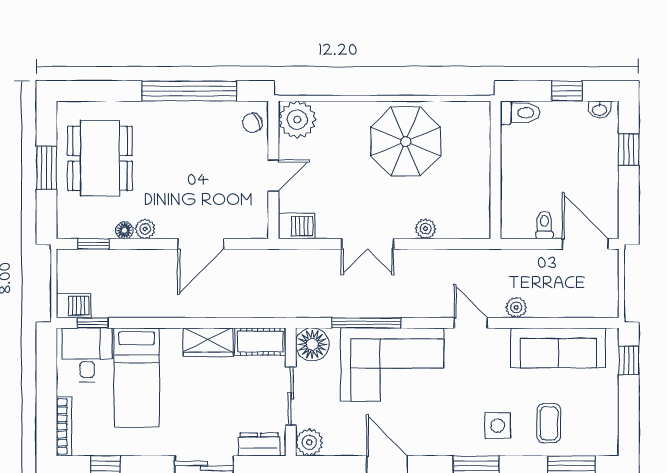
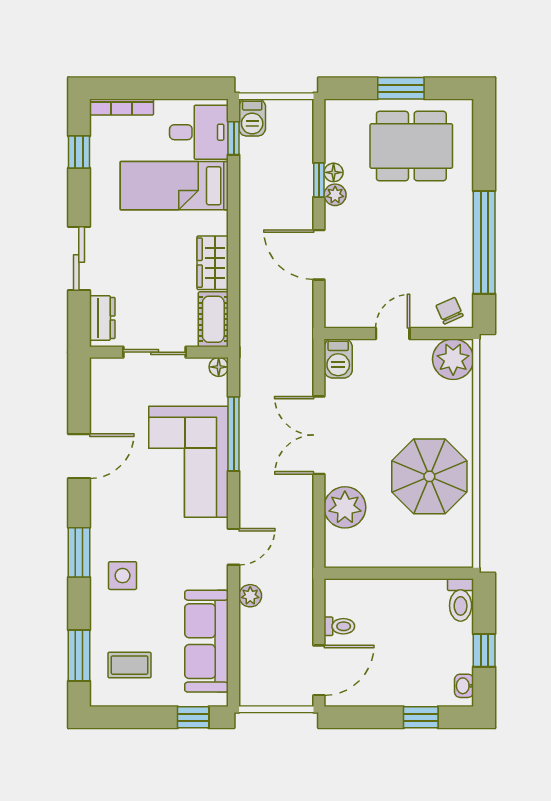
door: (273, 176) -> (393, 333), swing flipped
plant: (426, 229) -> (345, 507), width x1.88, depth x1.88
window: (93, 244) -> (319, 180), moved
double door: (368, 244) -> (319, 435), width x1.37
floor lamp: (312, 344) -> (219, 367), width x0.53, depth x0.53
coffee table: (549, 423) -> (129, 665), moved
plant: (309, 442) -> (104, 372), removed

